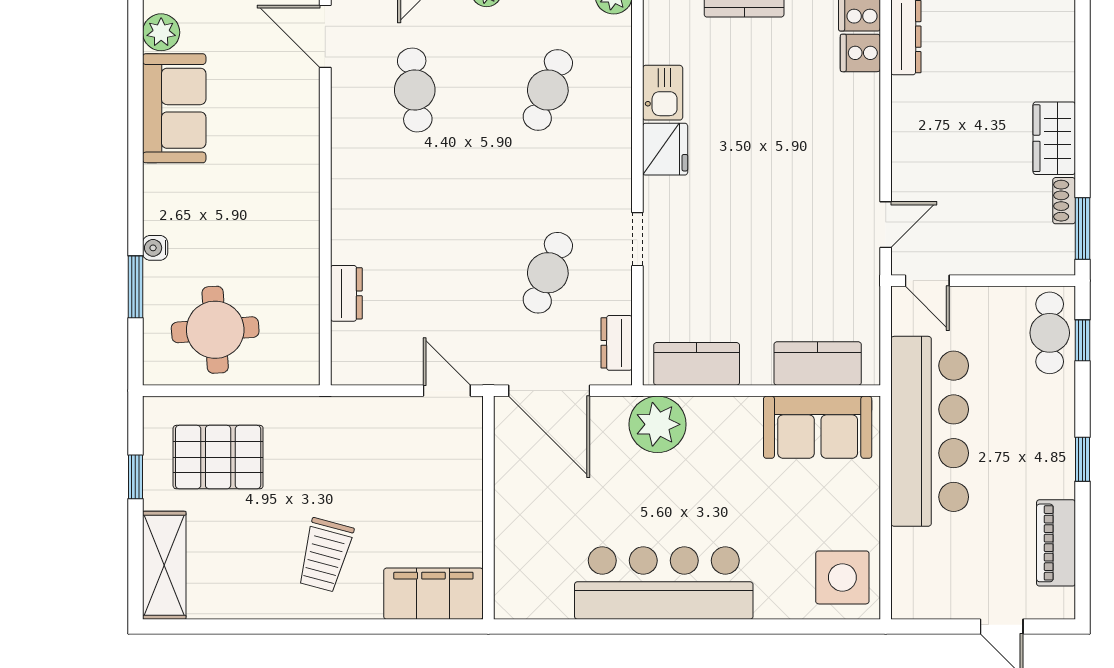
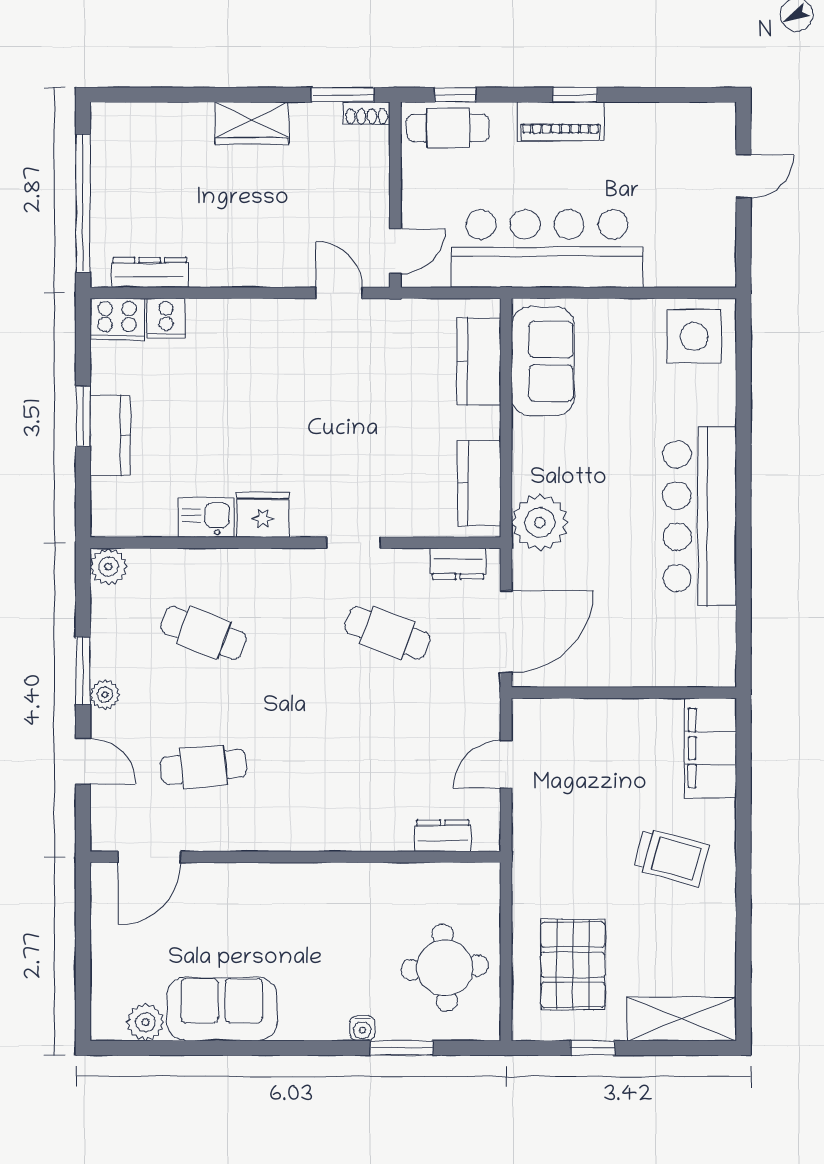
shoe rack: (1064, 201) -> (367, 113), moved
dresser: (346, 293) -> (443, 836), moved
door: (447, 391) -> (506, 764), moved
piano: (1056, 543) -> (561, 121), moved

